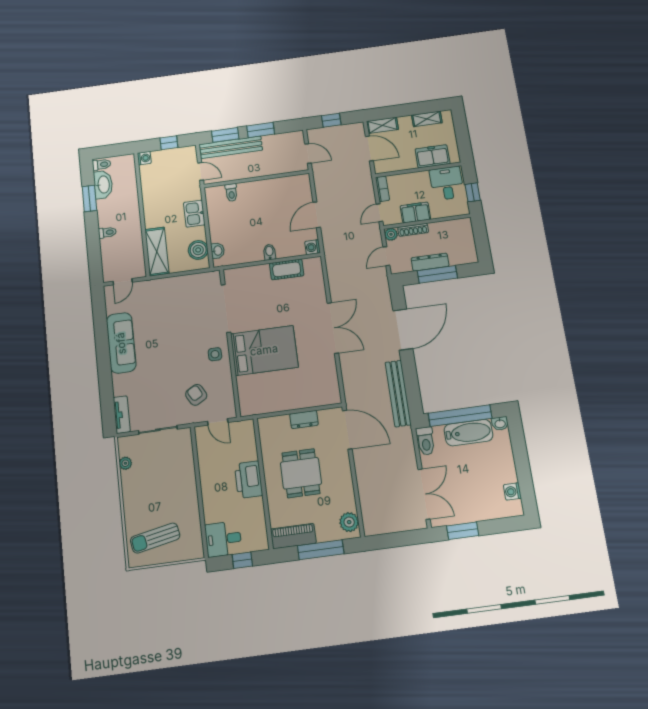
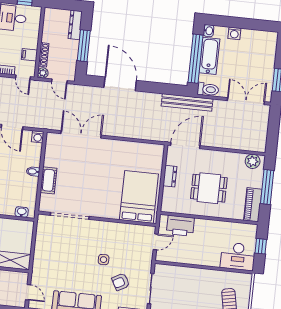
filing cabinet: (415, 212) -> (29, 55), width x0.50
boiler: (198, 250) -> (17, 227), removed
dresser: (430, 262) -> (75, 25), moved
cot: (287, 269) -> (48, 180), moved
double door: (333, 328) -> (81, 134), moved
bed: (264, 350) -> (139, 197), moved
side table: (215, 354) -> (104, 260), moved
bench: (398, 393) -> (187, 102), moved
armchair: (196, 395) -> (121, 282), moved
printer: (249, 480) -> (180, 226), moved
washing machine: (512, 492) -> (234, 33), moved
desk: (223, 539) -> (238, 256), width x1.37

